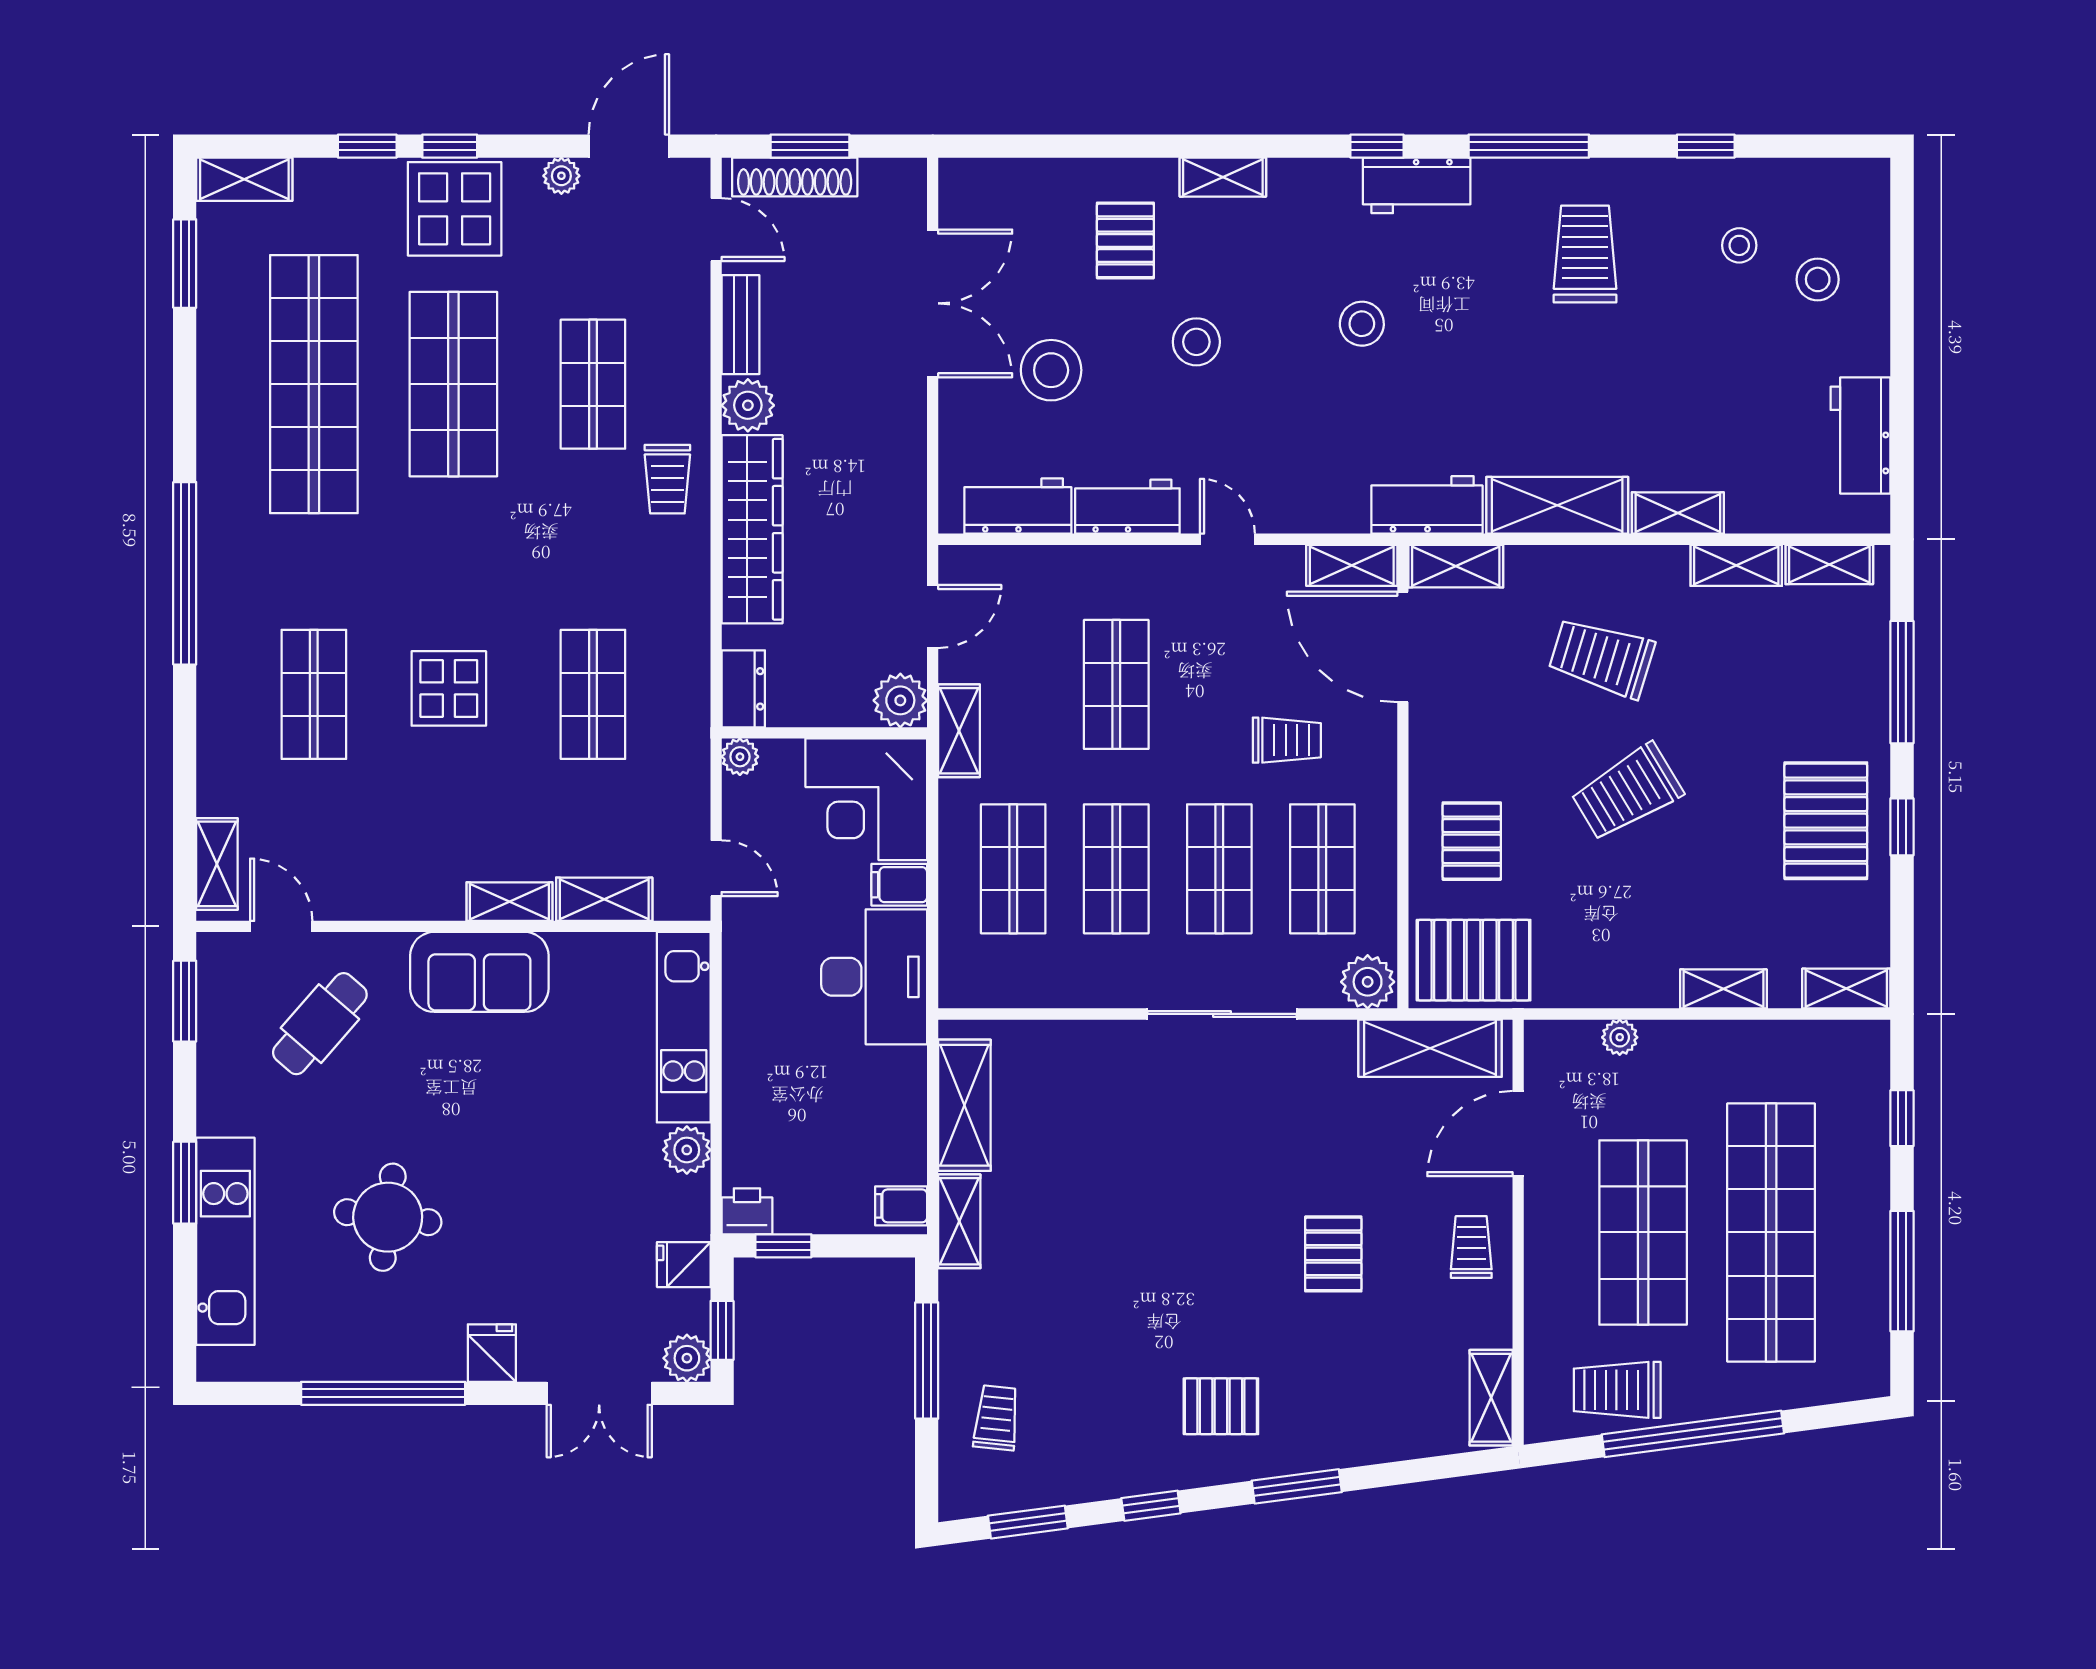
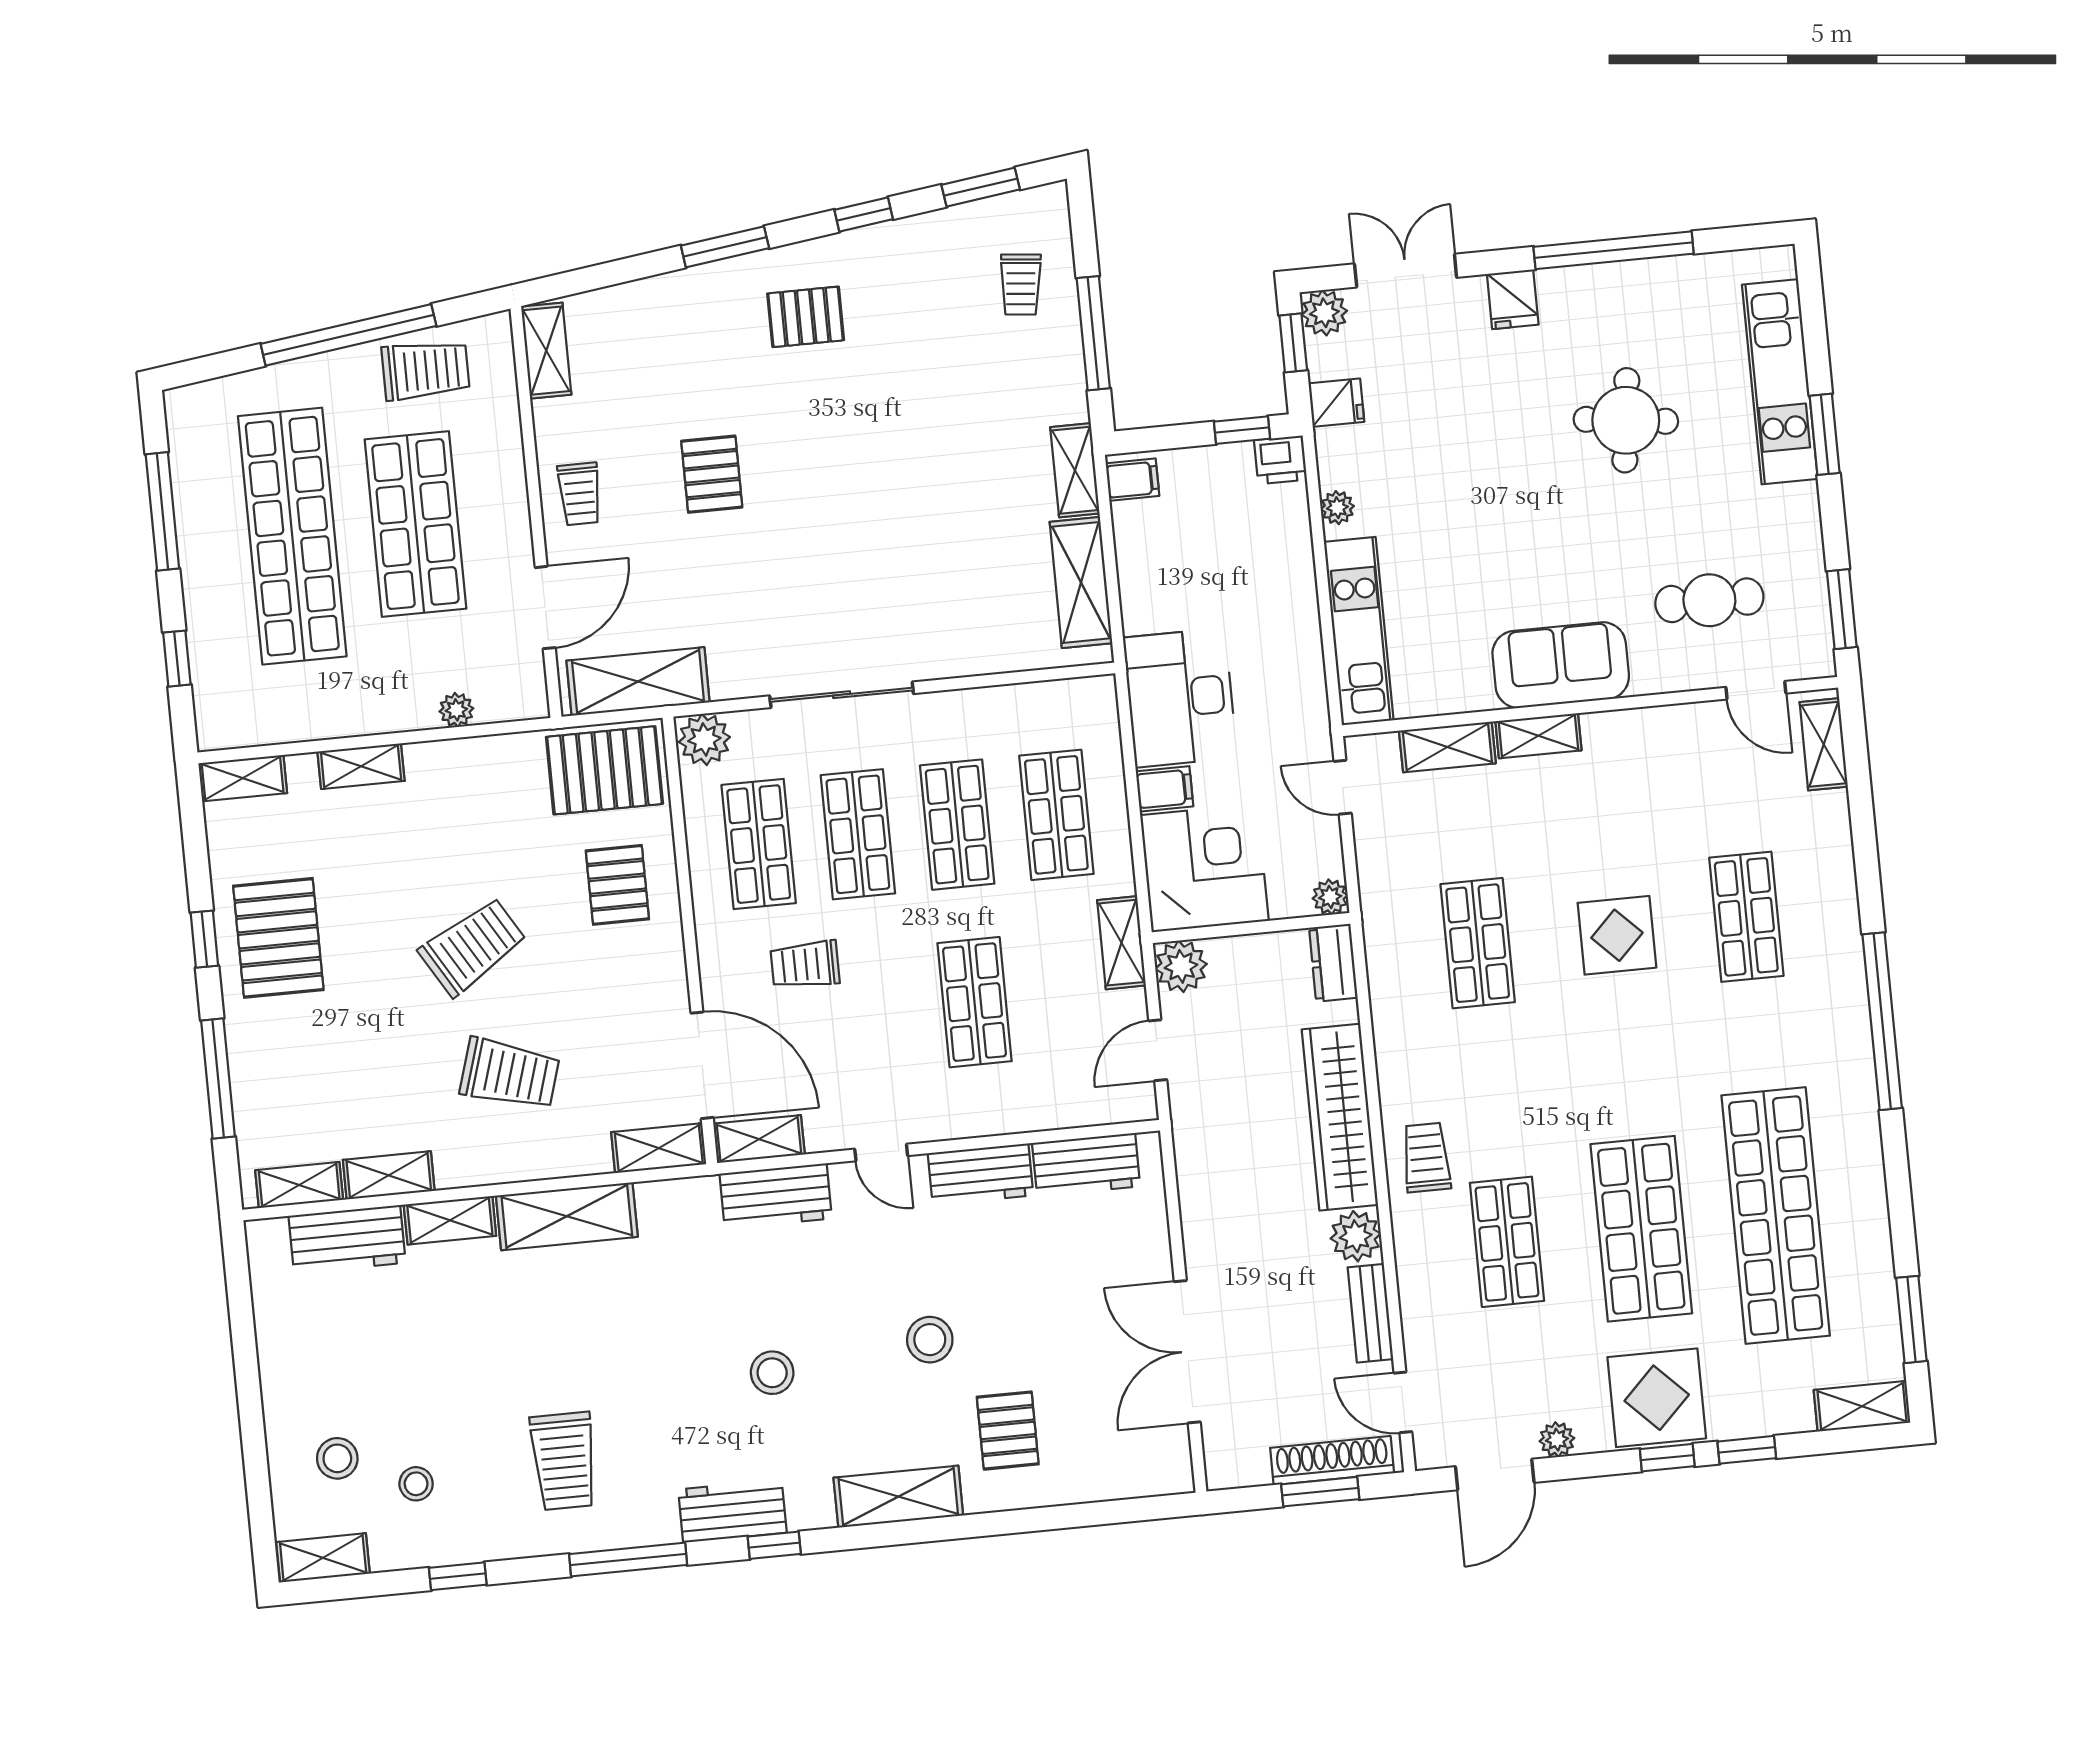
shelving: (1223, 177) -> (898, 1497), width x1.50, depth x1.33
shelving: (1842, 179) -> (323, 1558), added
stool: (1051, 370) -> (1067, 1299), removed
workbench: (1860, 435) -> (347, 1239), moved, turned 90
workbench: (1427, 505) -> (776, 1196), moved
cafe table: (320, 1024) -> (1709, 600), turned 49
plant: (687, 1150) -> (1337, 508), width x0.73, depth x0.73

